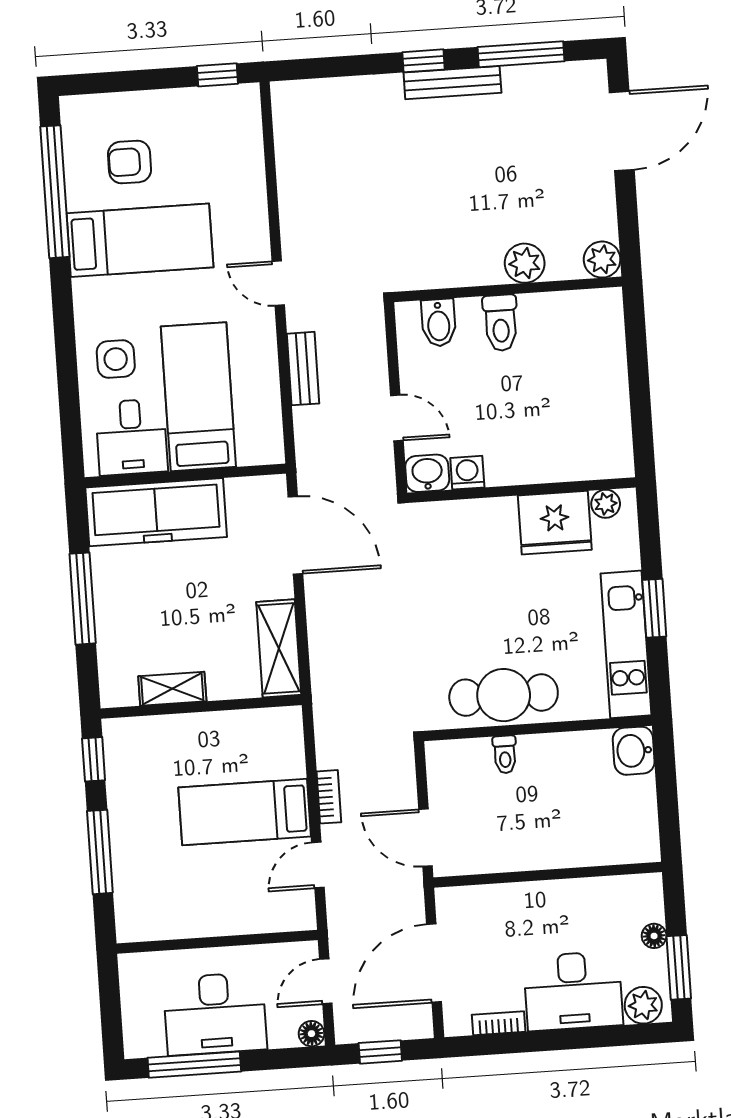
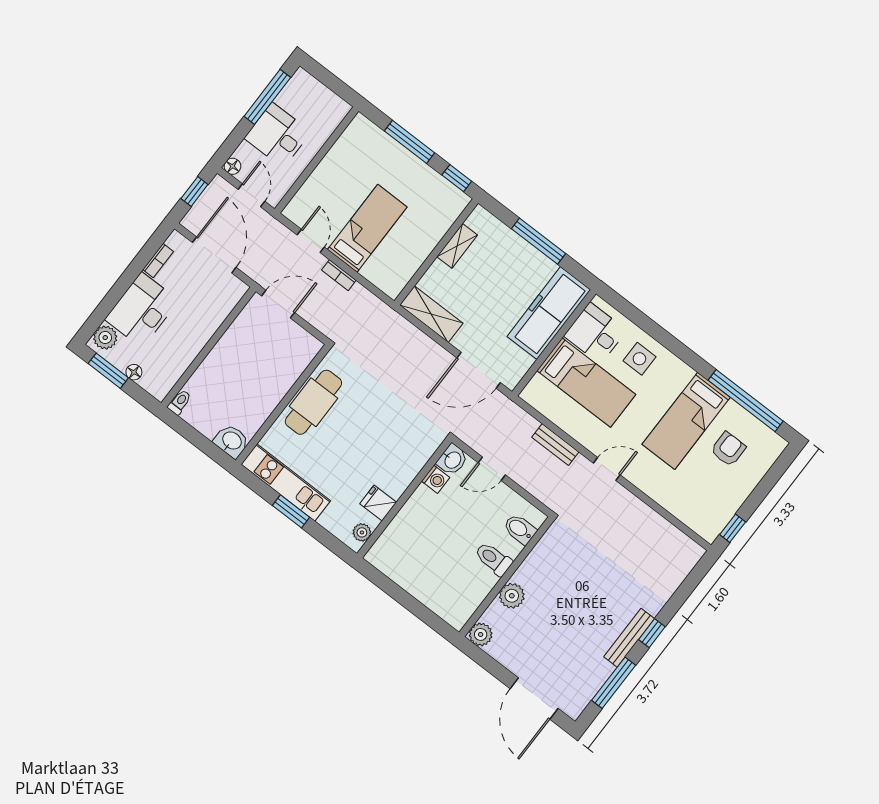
fridge: (555, 523) -> (378, 503), width x0.53, depth x0.75
toilet: (505, 754) -> (180, 402), moved, turned 90
desk: (215, 1014) -> (278, 135), width x0.73

